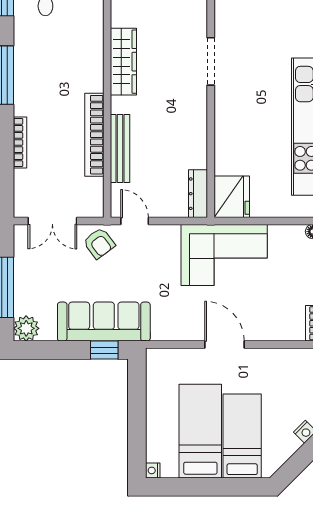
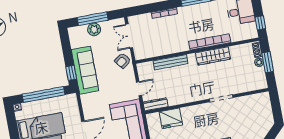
bookcase: (94, 135) -> (210, 42), moved
fridge: (232, 197) -> (171, 118), moved
door: (135, 221) -> (139, 89), moved
plant: (26, 328) -> (94, 29), moved
window: (137, 413) -> (44, 94), added

